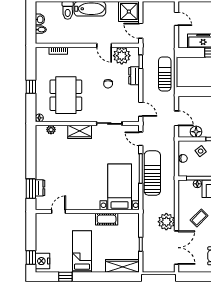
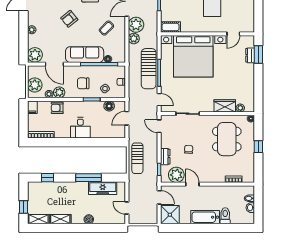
door: (176, 118) -> (127, 118), hinge flipped
wardrobe: (80, 132) -> (225, 106), moved
bed with nightstands: (120, 187) -> (193, 56), width x1.85
plant: (169, 206) -> (134, 39), added
cot: (107, 219) -> (171, 27), moved

